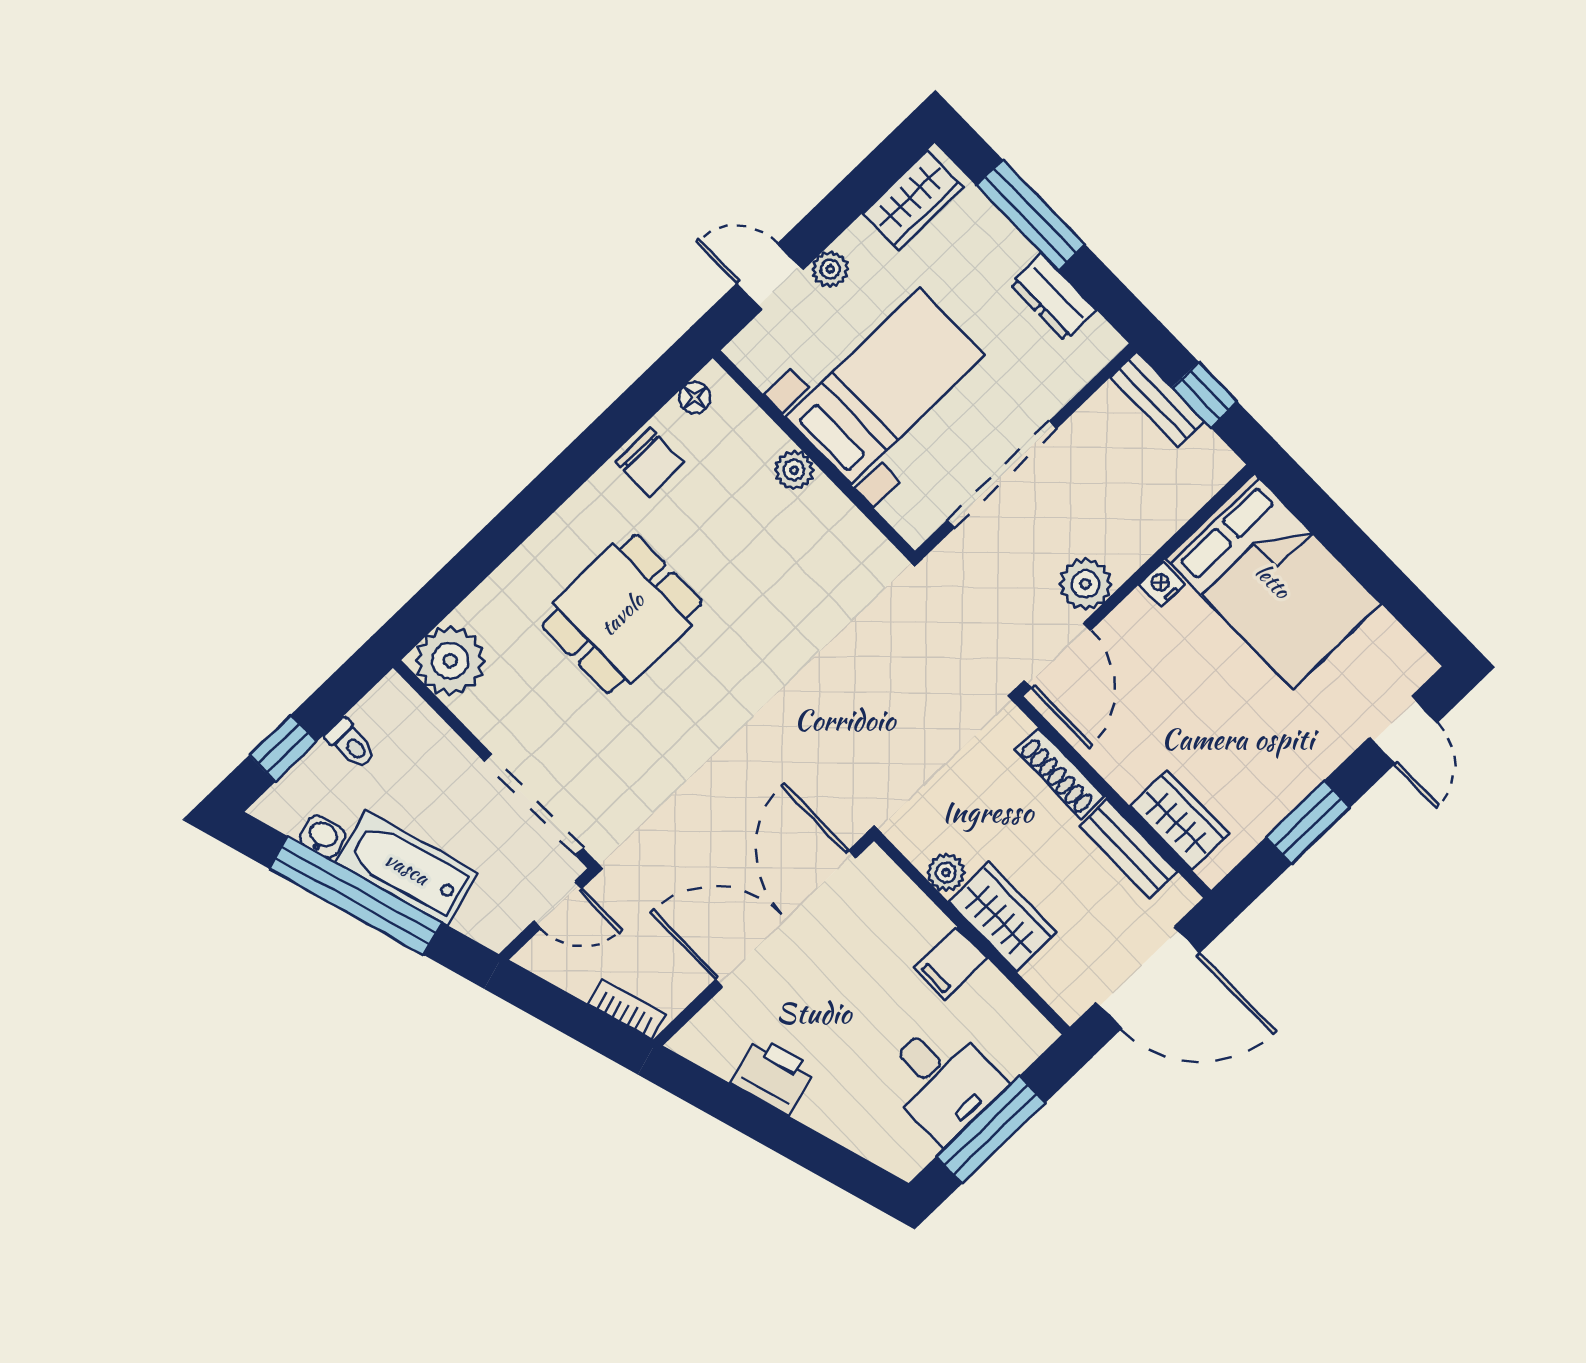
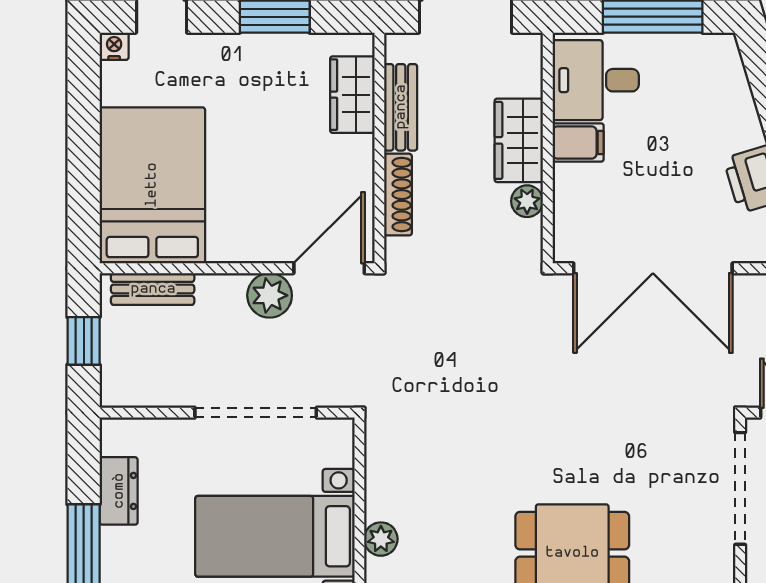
bench: (1157, 399) -> (153, 289), moved, turned 90
nightstand: (1162, 584) -> (114, 46), moved, turned 180
desk: (942, 1081) -> (596, 80), moved, turned -90

